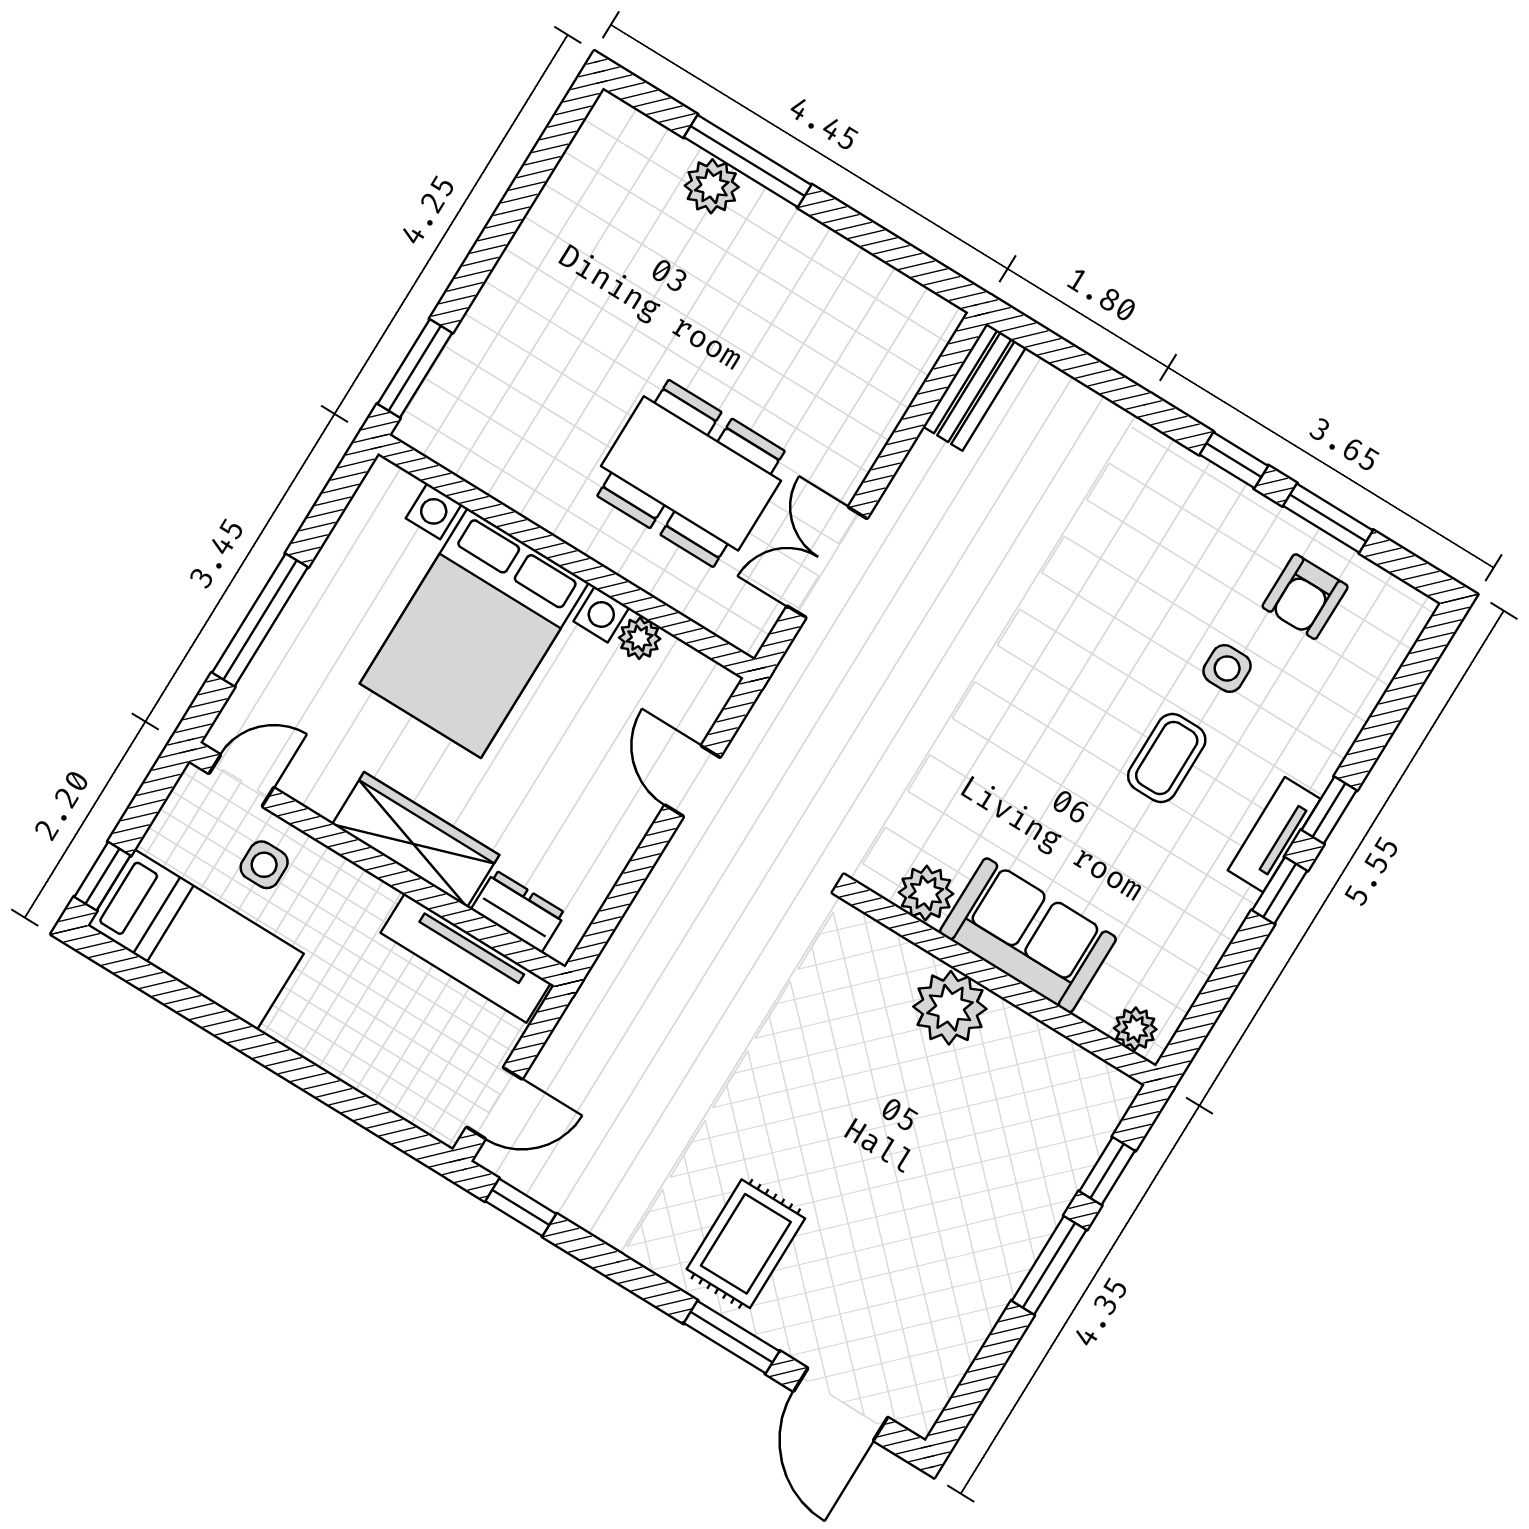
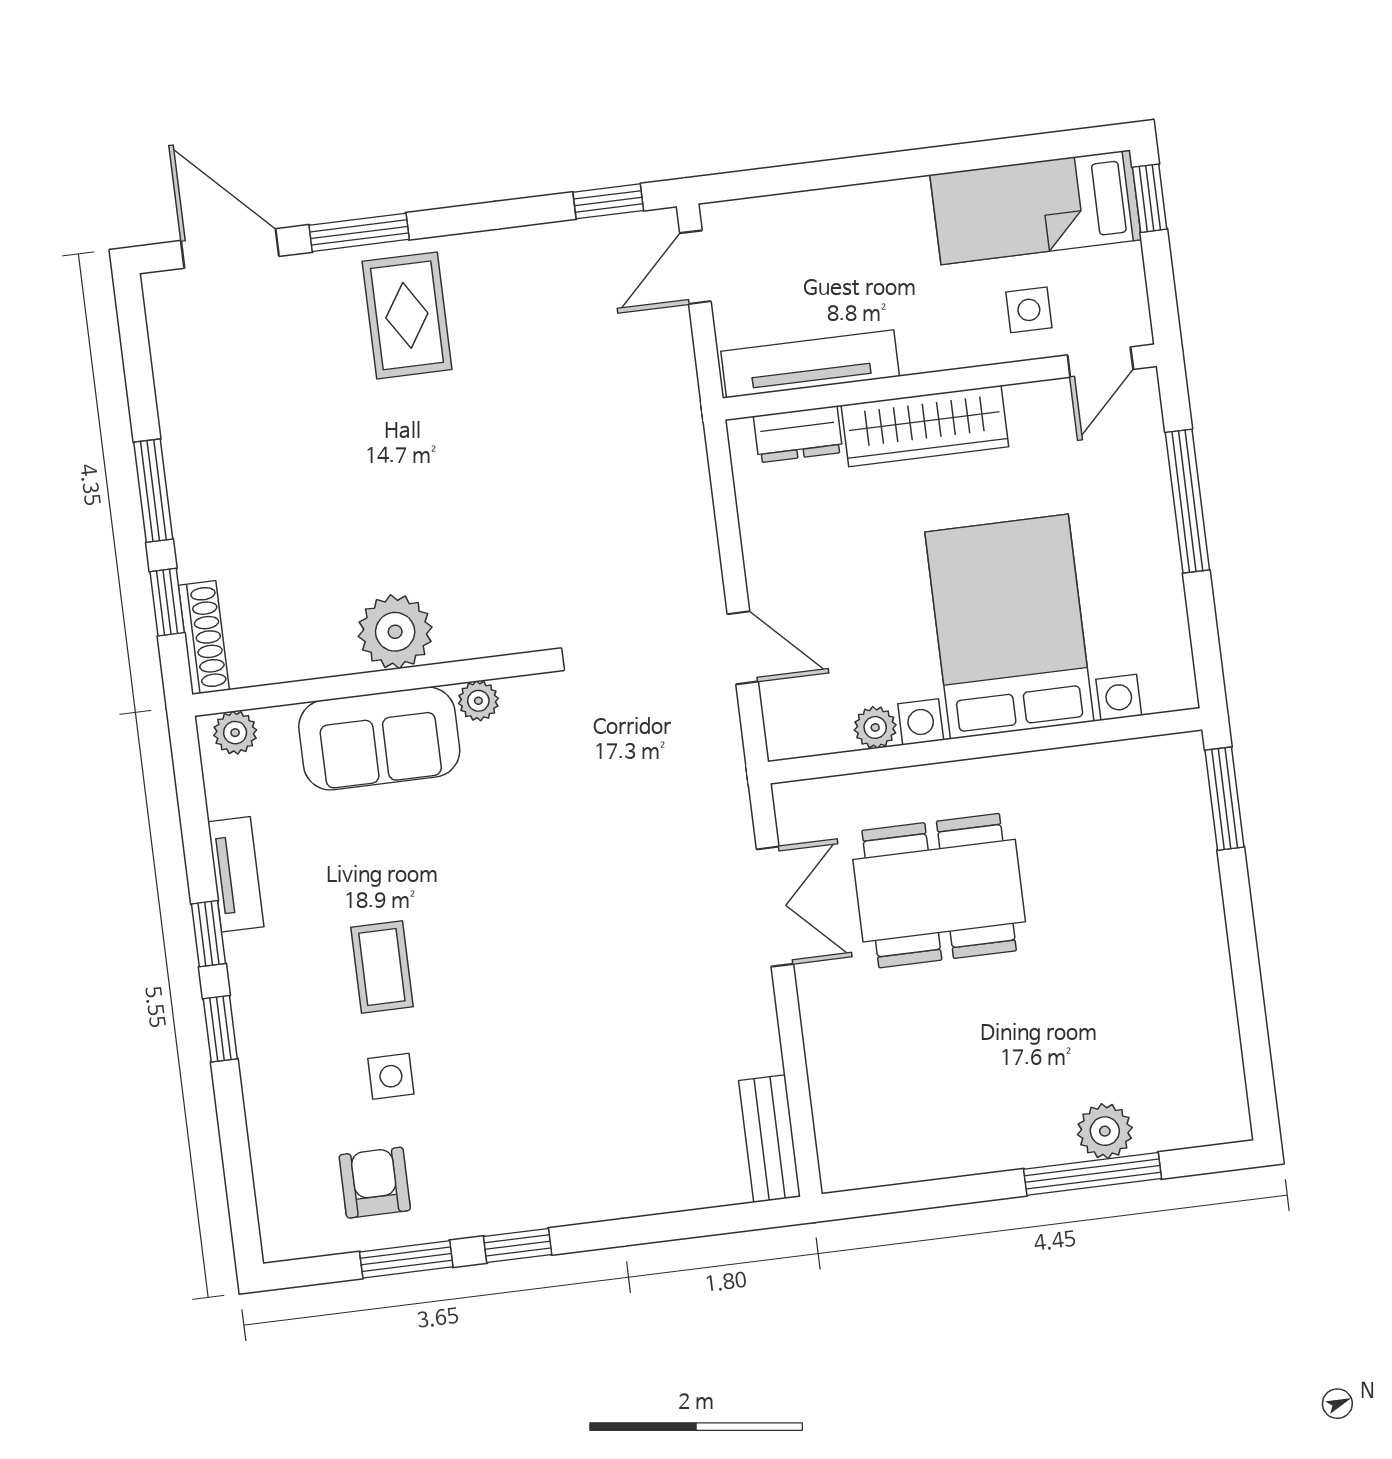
tv unit: (1274, 835) -> (236, 874), moved
plant: (926, 893) -> (478, 701), width x0.73, depth x0.73
shoe rack: (1101, 1121) -> (204, 638), added

